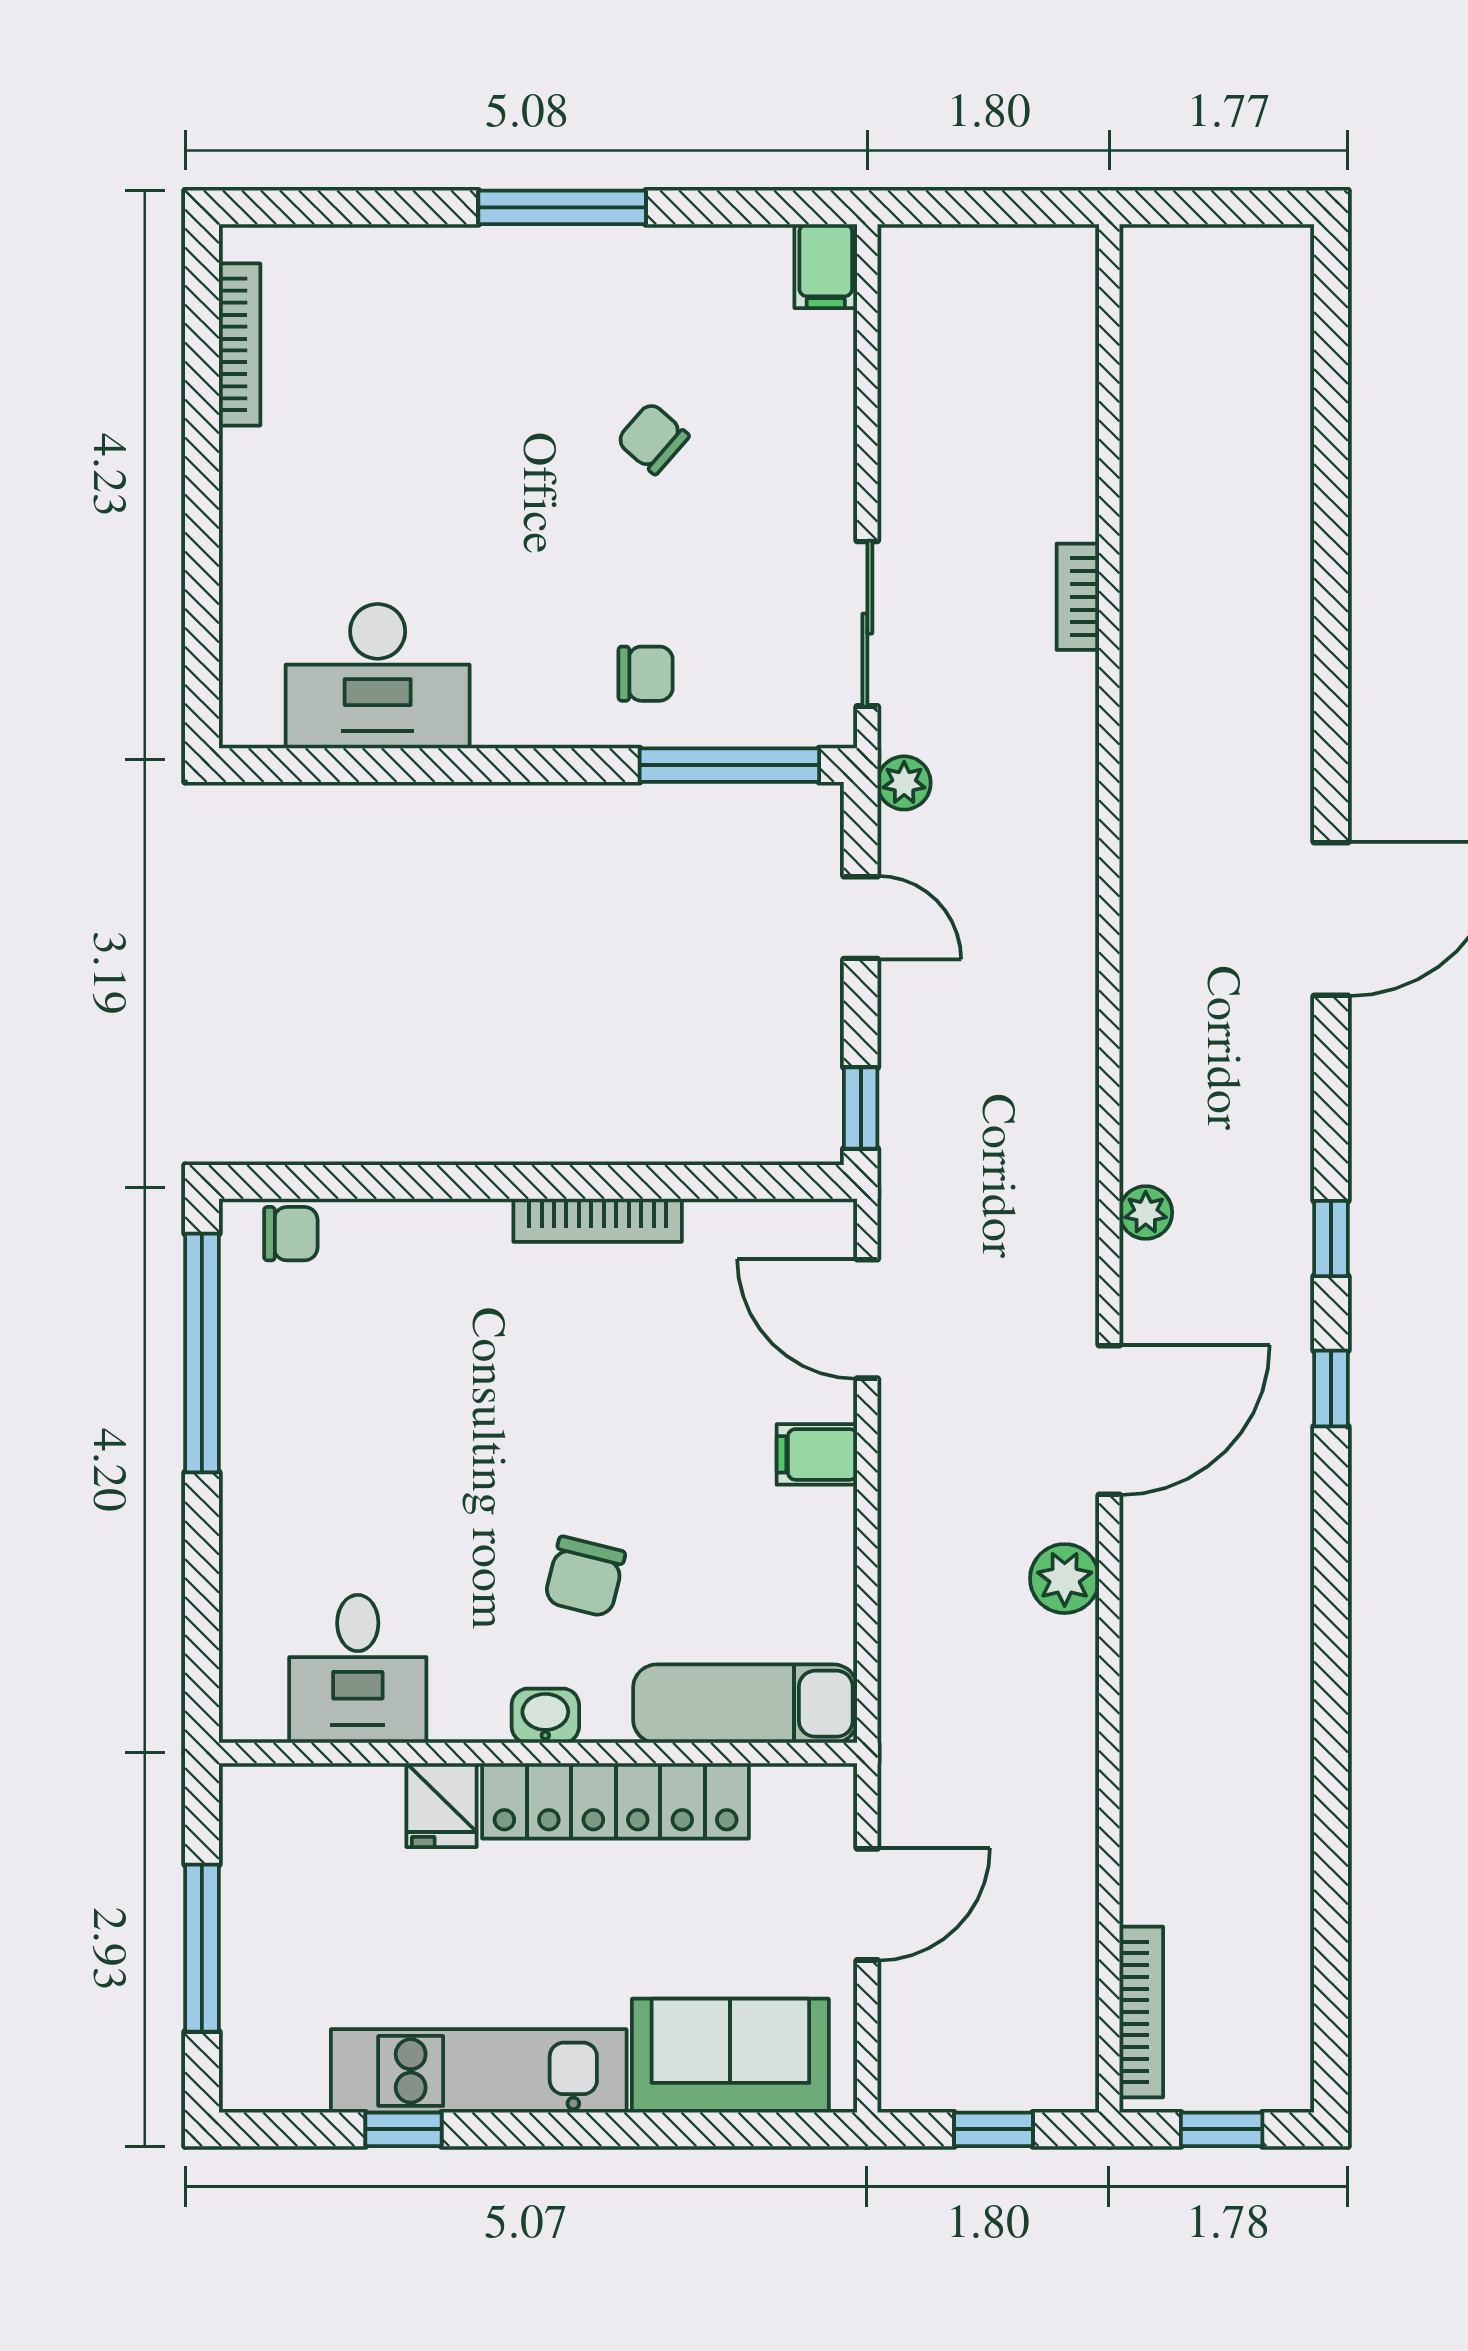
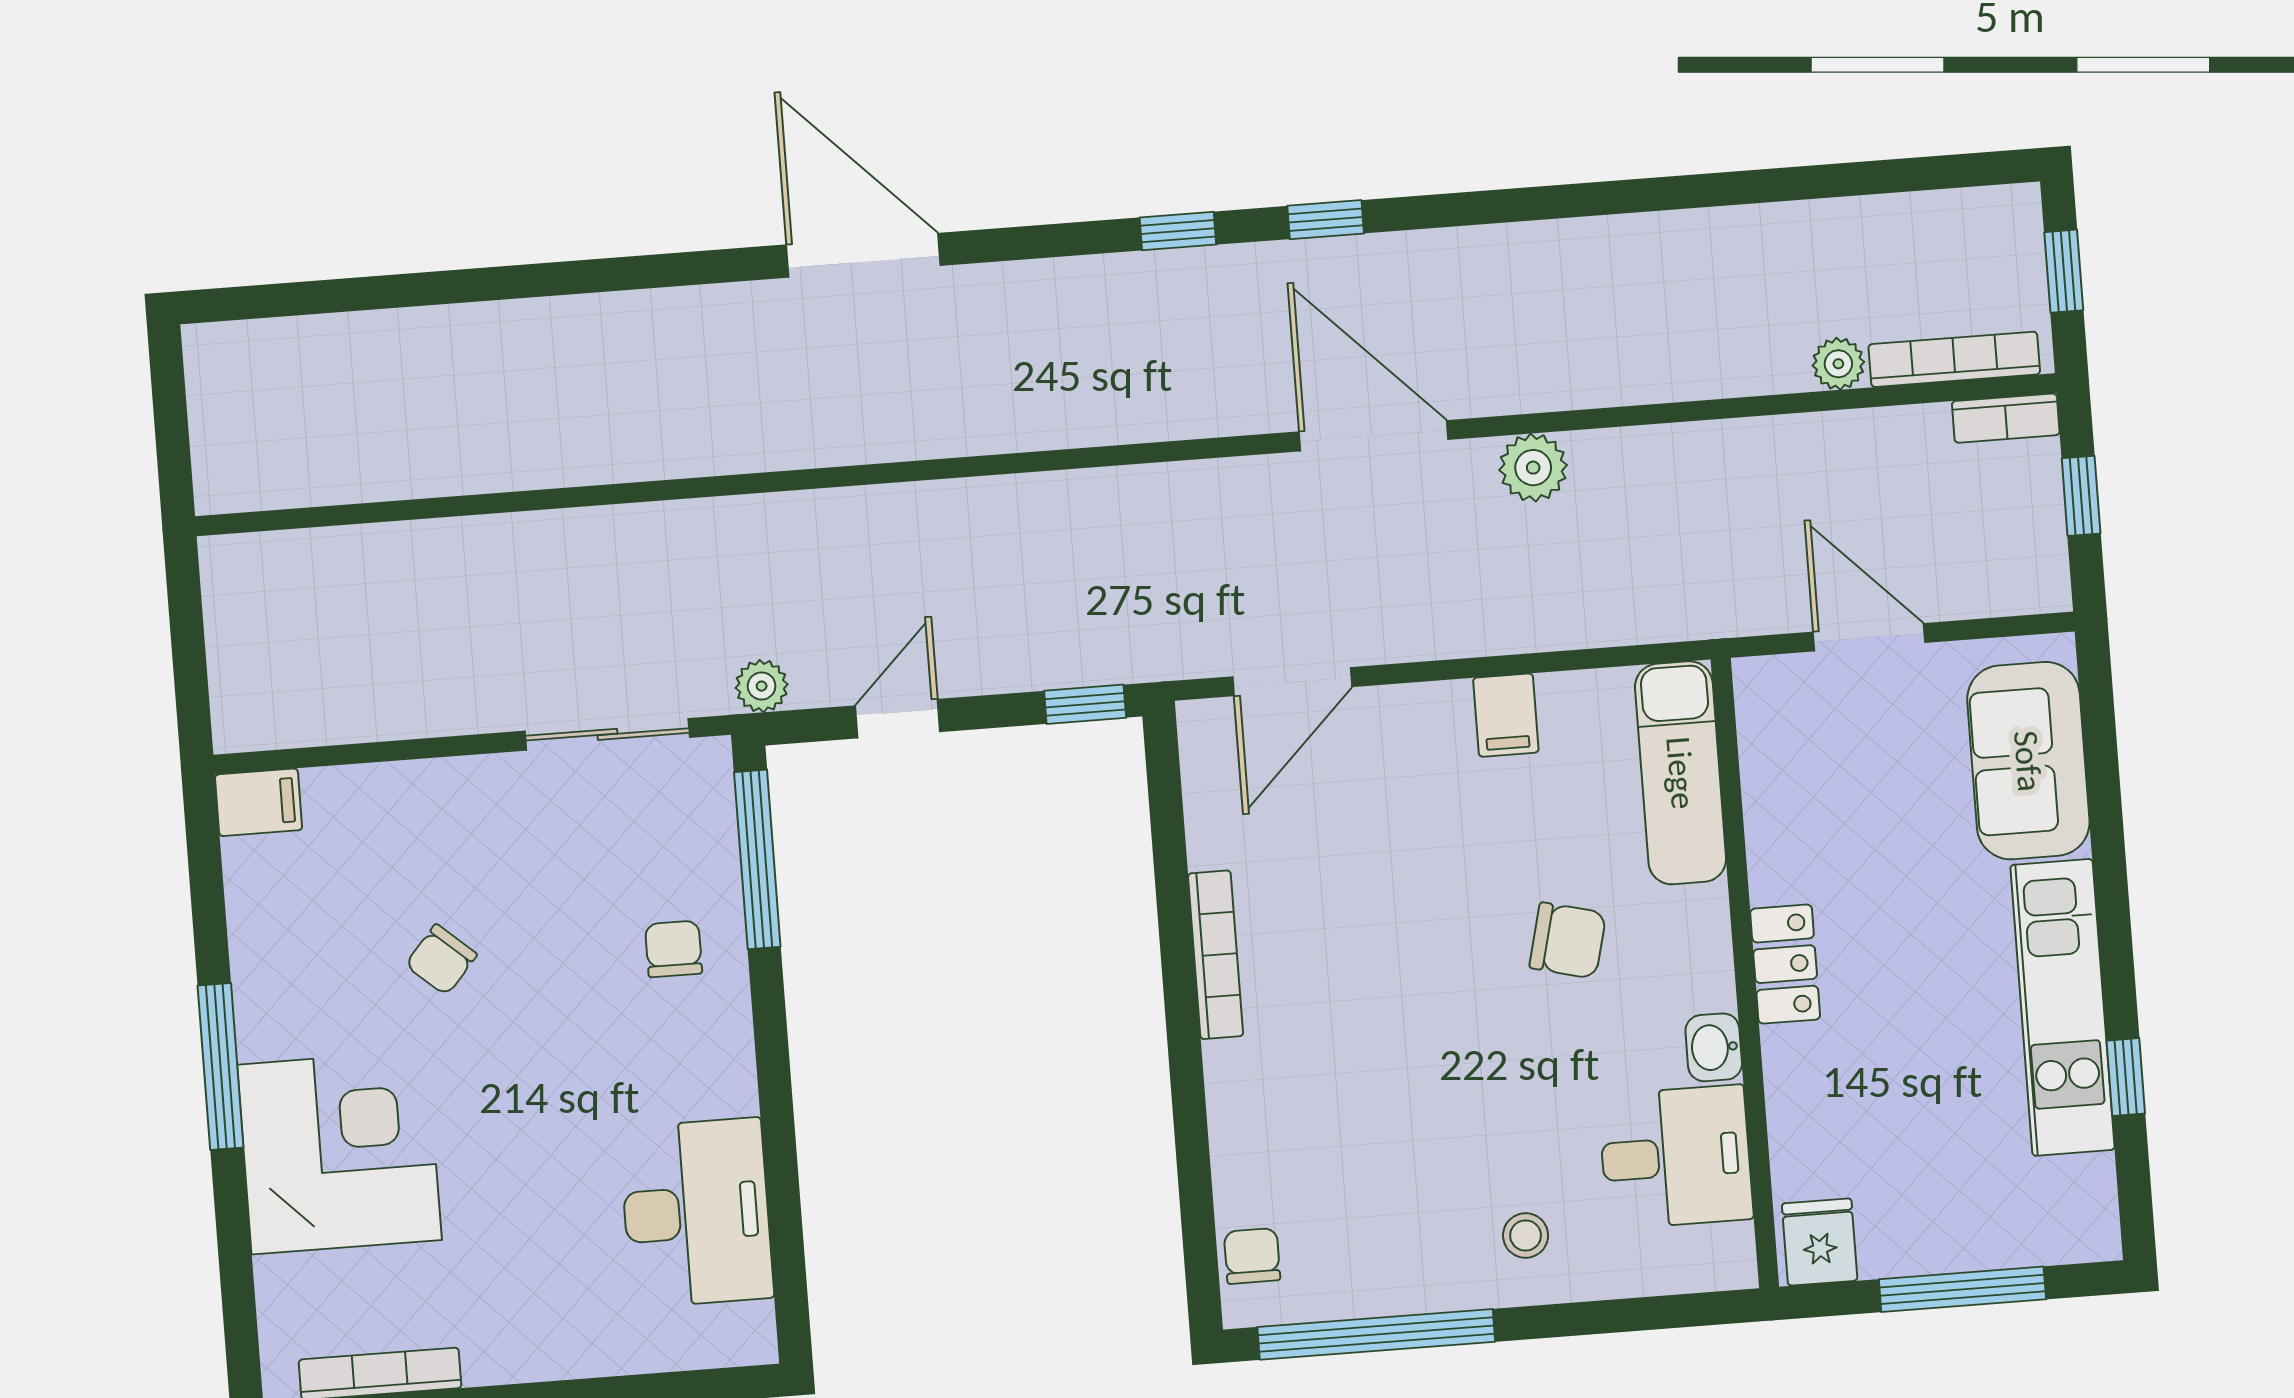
corner desk: (466, 321) -> (339, 1152), added
bookcase: (1078, 597) -> (2006, 418), moved
plant: (1146, 1213) -> (1838, 364), moved
filing cabinet: (817, 1454) -> (1506, 715), moved
stool: (290, 1511) -> (1526, 1235), added
washbasin: (545, 1716) -> (1714, 1047), moved
locker: (616, 1801) -> (1785, 964), width x0.46, depth x0.83
fridge: (442, 1805) -> (1820, 1242), moved, turned -90

